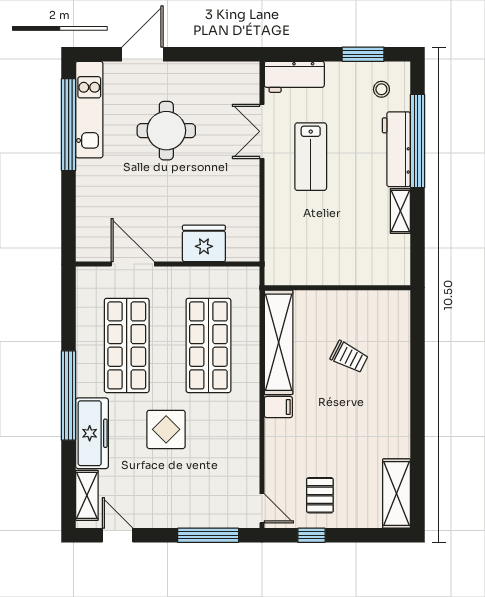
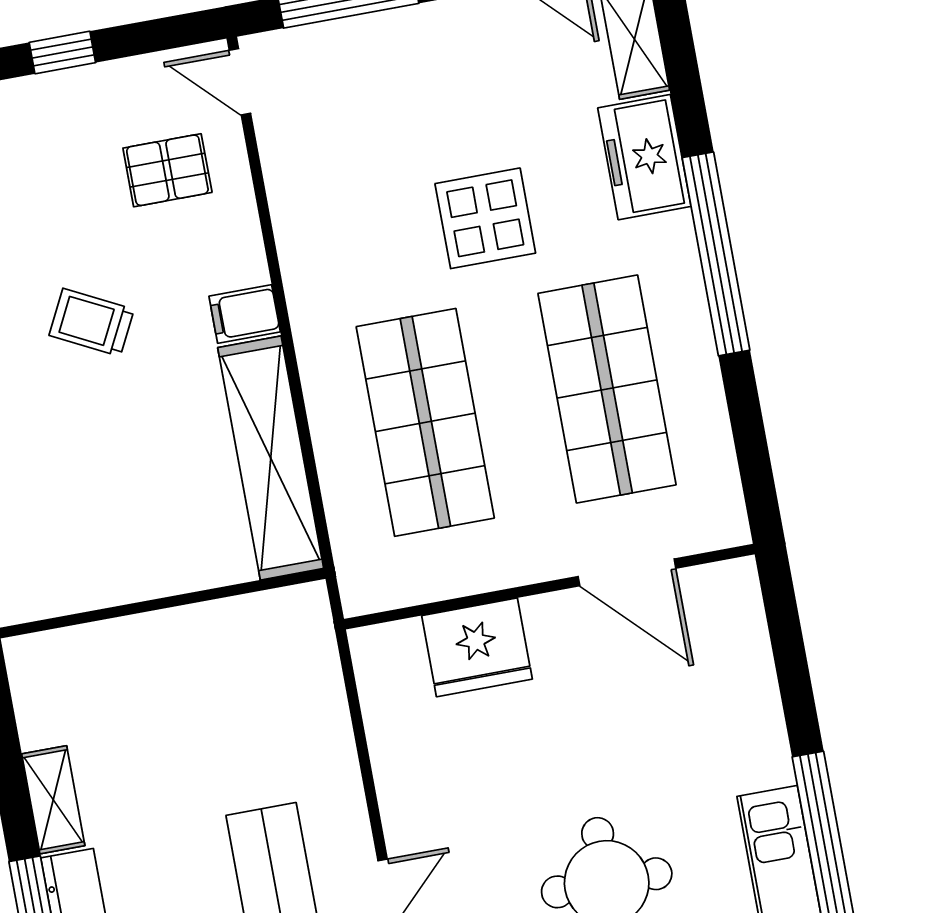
trolley: (349, 357) -> (92, 322), moved
freezer: (92, 433) -> (644, 157), width x0.71
pallet: (320, 495) -> (167, 170), moved, turned 90
window: (311, 535) -> (62, 52), moved

